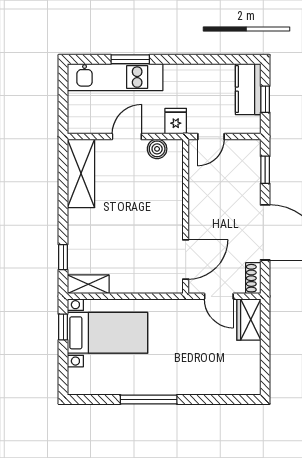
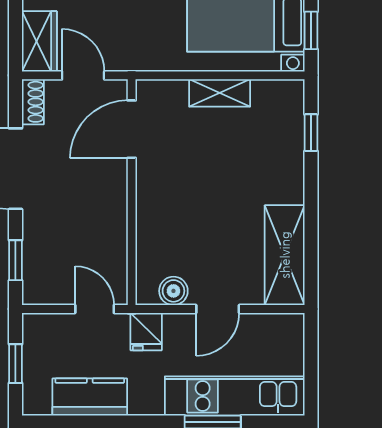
kitchen counter: (248, 89) -> (90, 397), moved, turned -90
door: (211, 137) -> (95, 309), hinge flipped
shelving: (88, 284) -> (220, 93), moved

